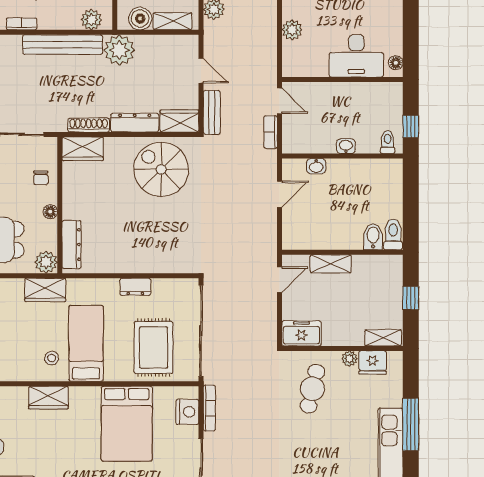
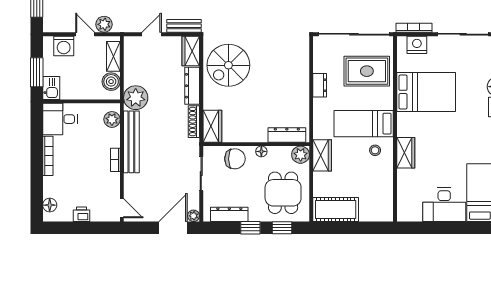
bookcase: (22, 24) -> (115, 160), moved
chair: (41, 178) -> (235, 159), width x1.87, depth x1.87

